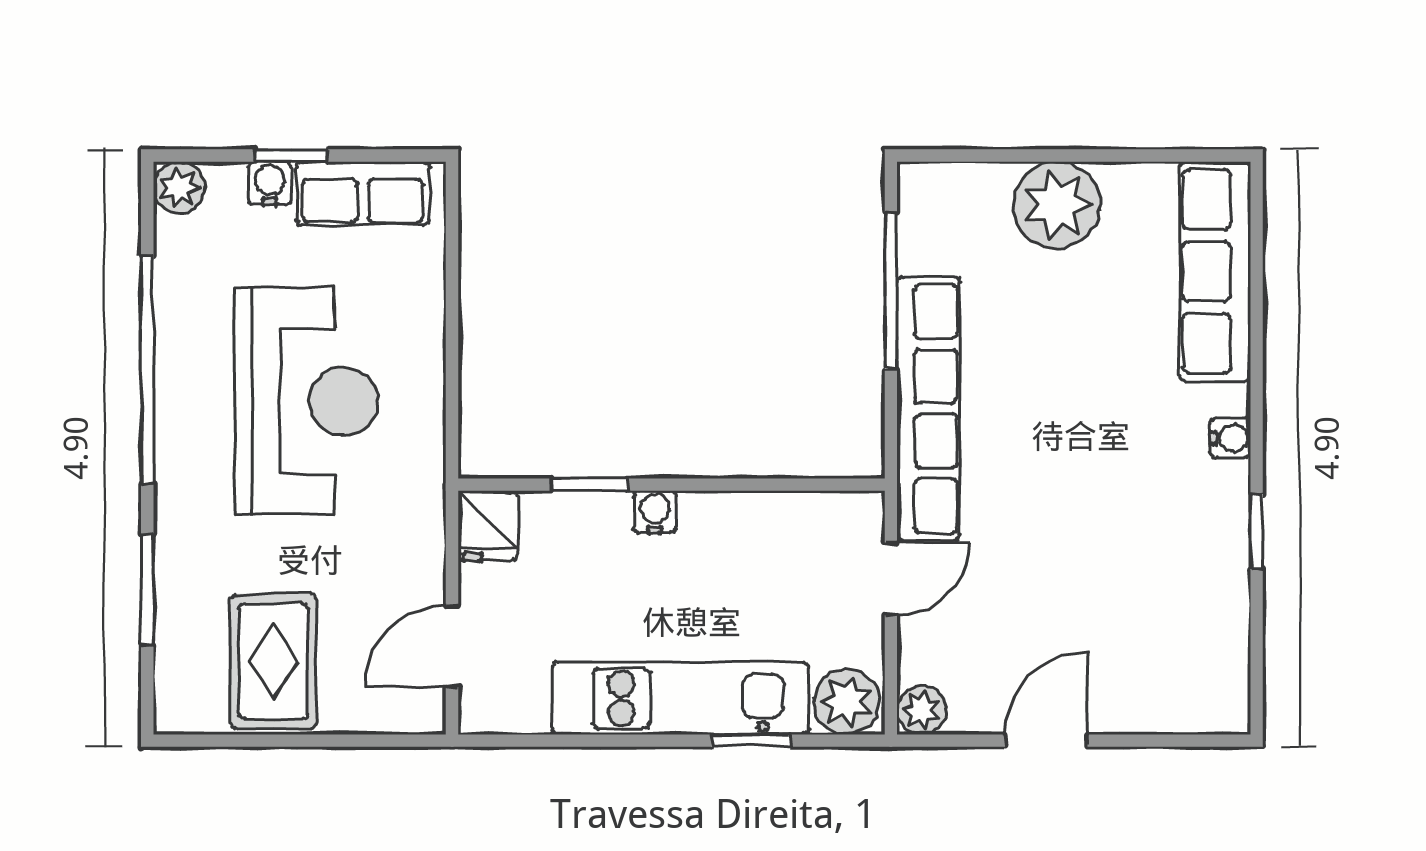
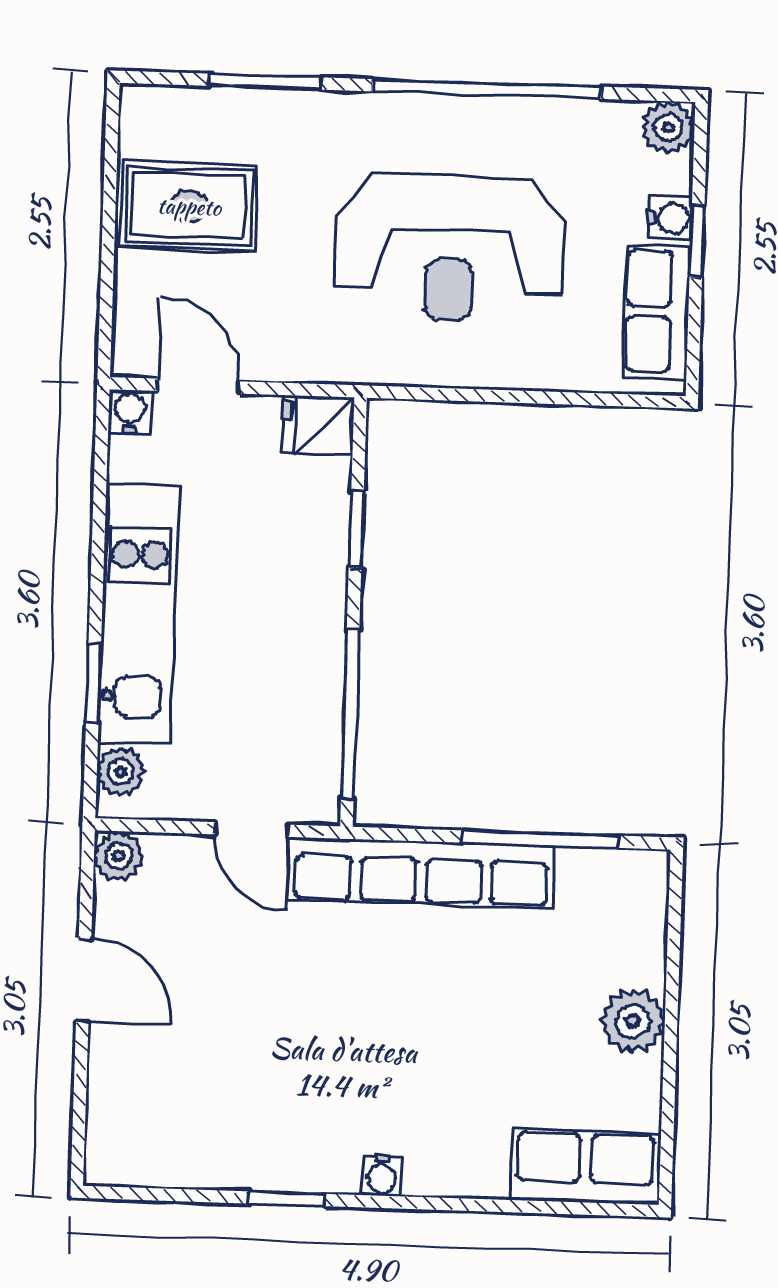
plant: (1057, 205) -> (633, 1021), width x0.73, depth x0.73
row of seats: (1215, 271) -> (585, 1167), width x0.68
window: (773, 485) -> (350, 714), added
water cooler: (655, 512) -> (130, 411), moved, turned -90
plant: (847, 702) -> (121, 772), width x0.73, depth x0.73

